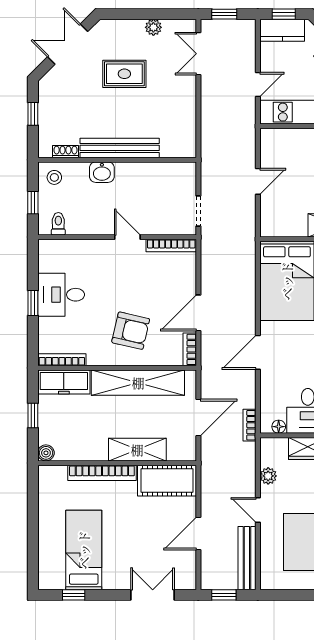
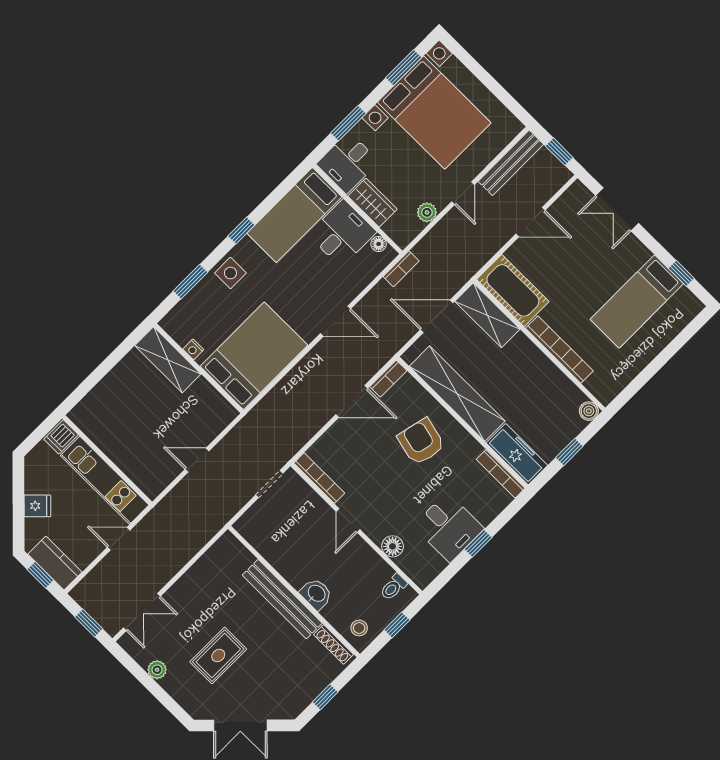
rug: (124, 74) -> (218, 655), turned 90
shoe rack: (65, 152) -> (334, 644), width x1.43
floor lamp: (84, 248) -> (393, 546), added
shelving: (137, 450) -> (487, 315), moved

